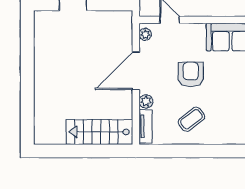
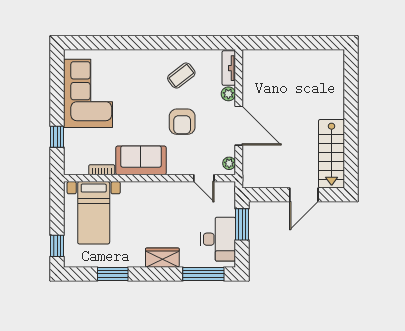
door: (136, 71) -> (239, 126), hinge flipped
stairs: (99, 132) -> (332, 154), moved, turned 90

